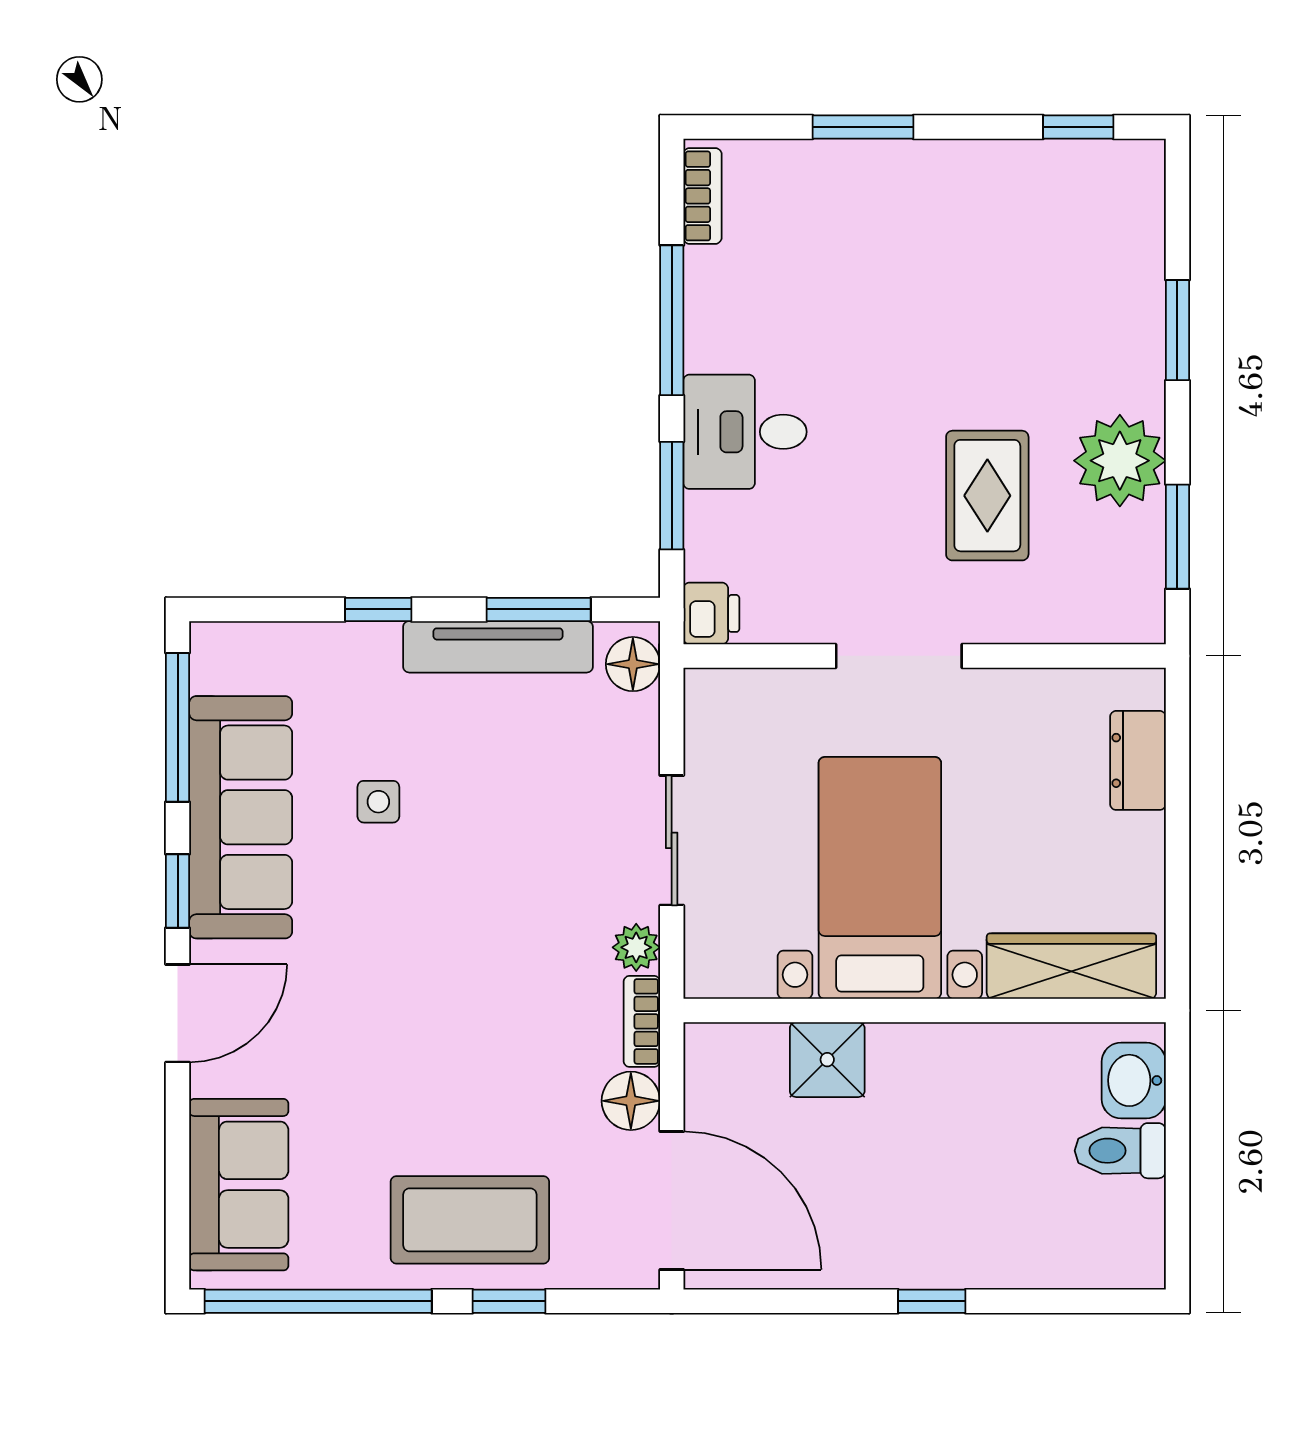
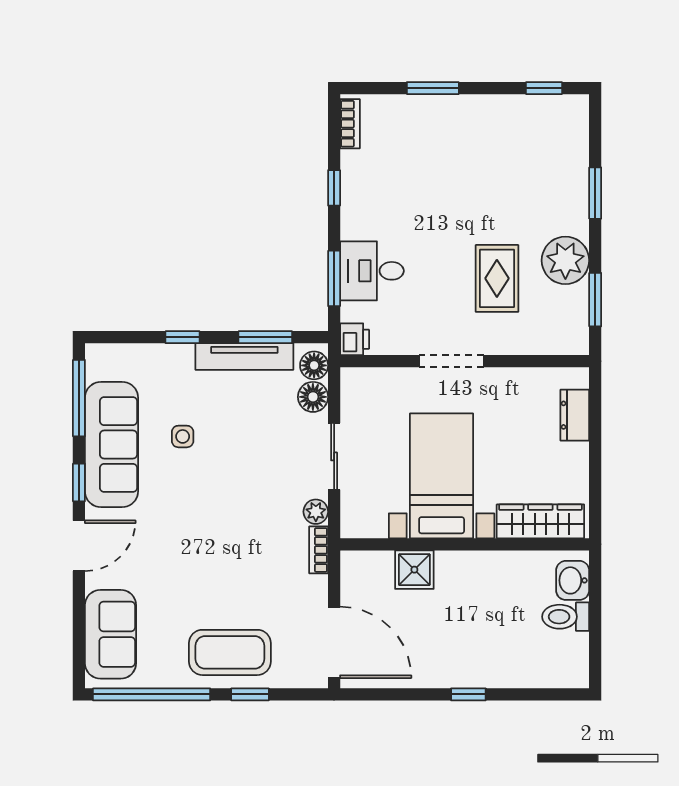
window: (672, 320) -> (334, 188), width x0.46
desk: (745, 432) -> (372, 271), moved
floor lamp: (631, 1101) -> (313, 397), moved

